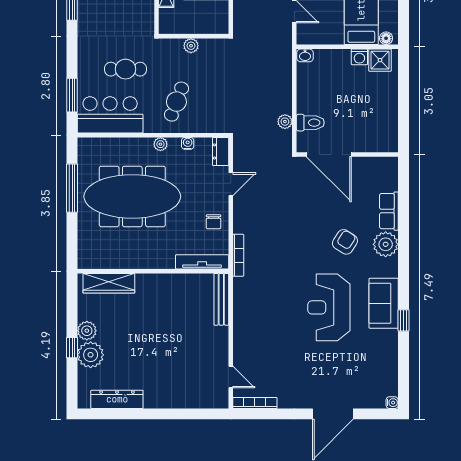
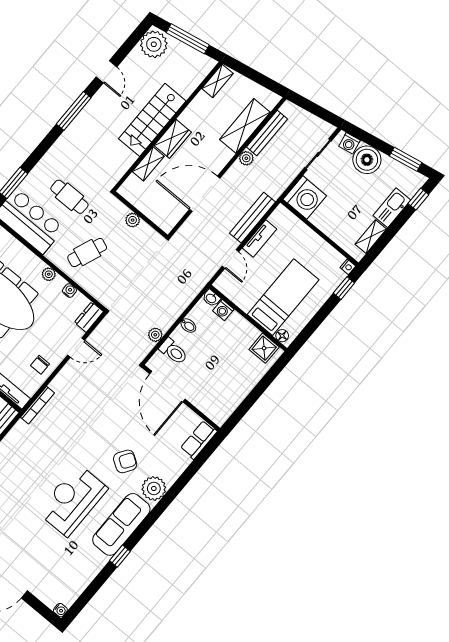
washing machine: (359, 57) -> (223, 310), moved
bidet: (305, 92) -> (188, 325), added
row of seats: (389, 211) -> (199, 440), moved
sofa: (384, 303) -> (121, 524), width x1.36

